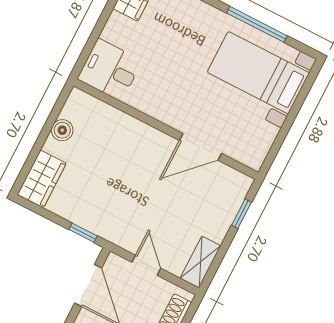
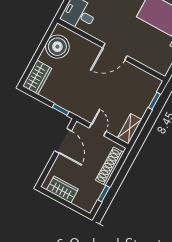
boiler: (62, 130) -> (57, 47), width x1.86, depth x1.86
door: (200, 147) -> (115, 52), moved

